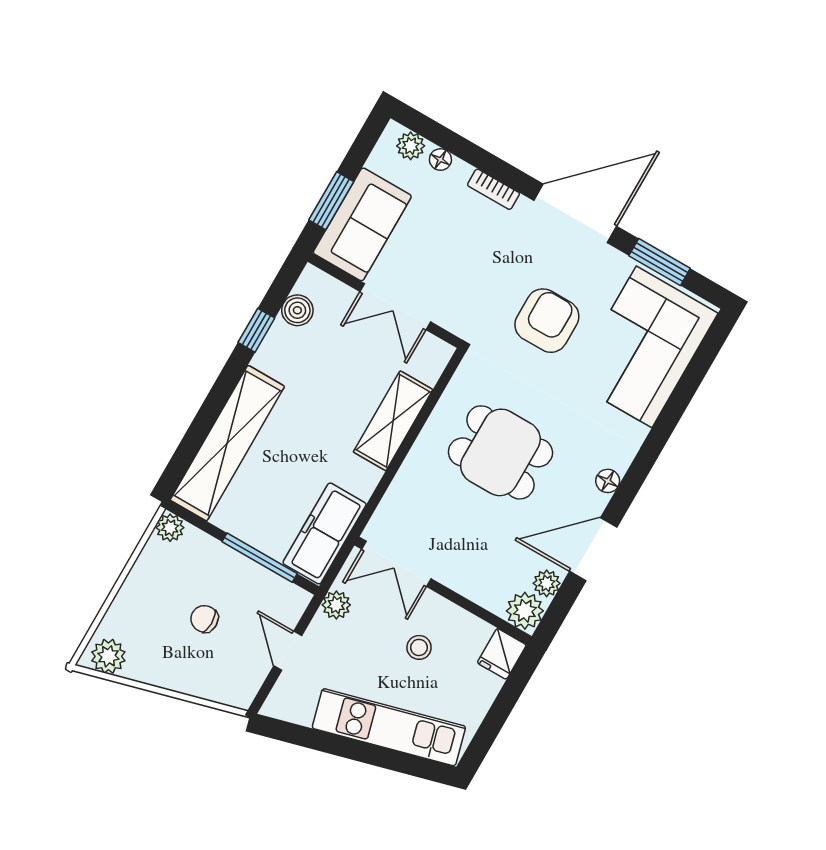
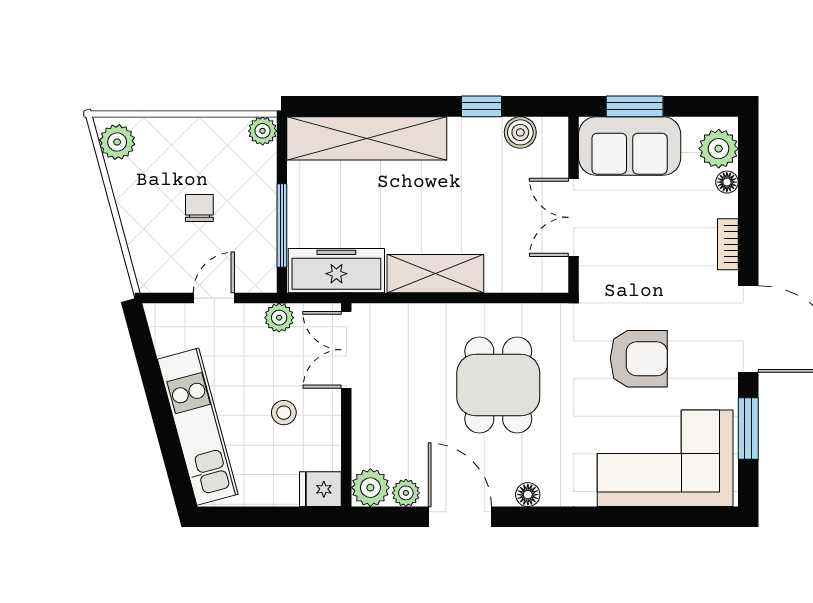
plant: (411, 146) -> (719, 149), width x1.38, depth x1.38
shelving: (393, 421) -> (435, 274), moved

